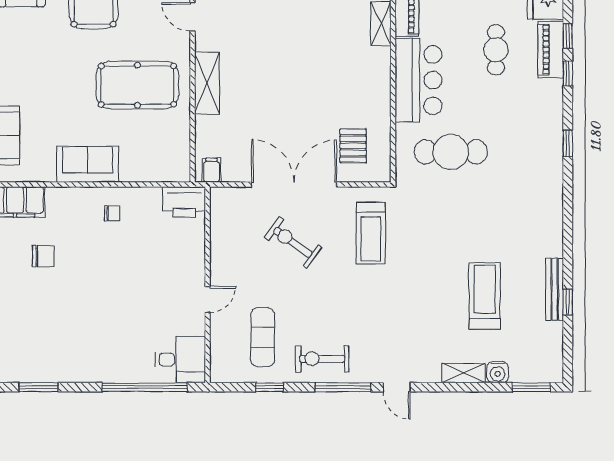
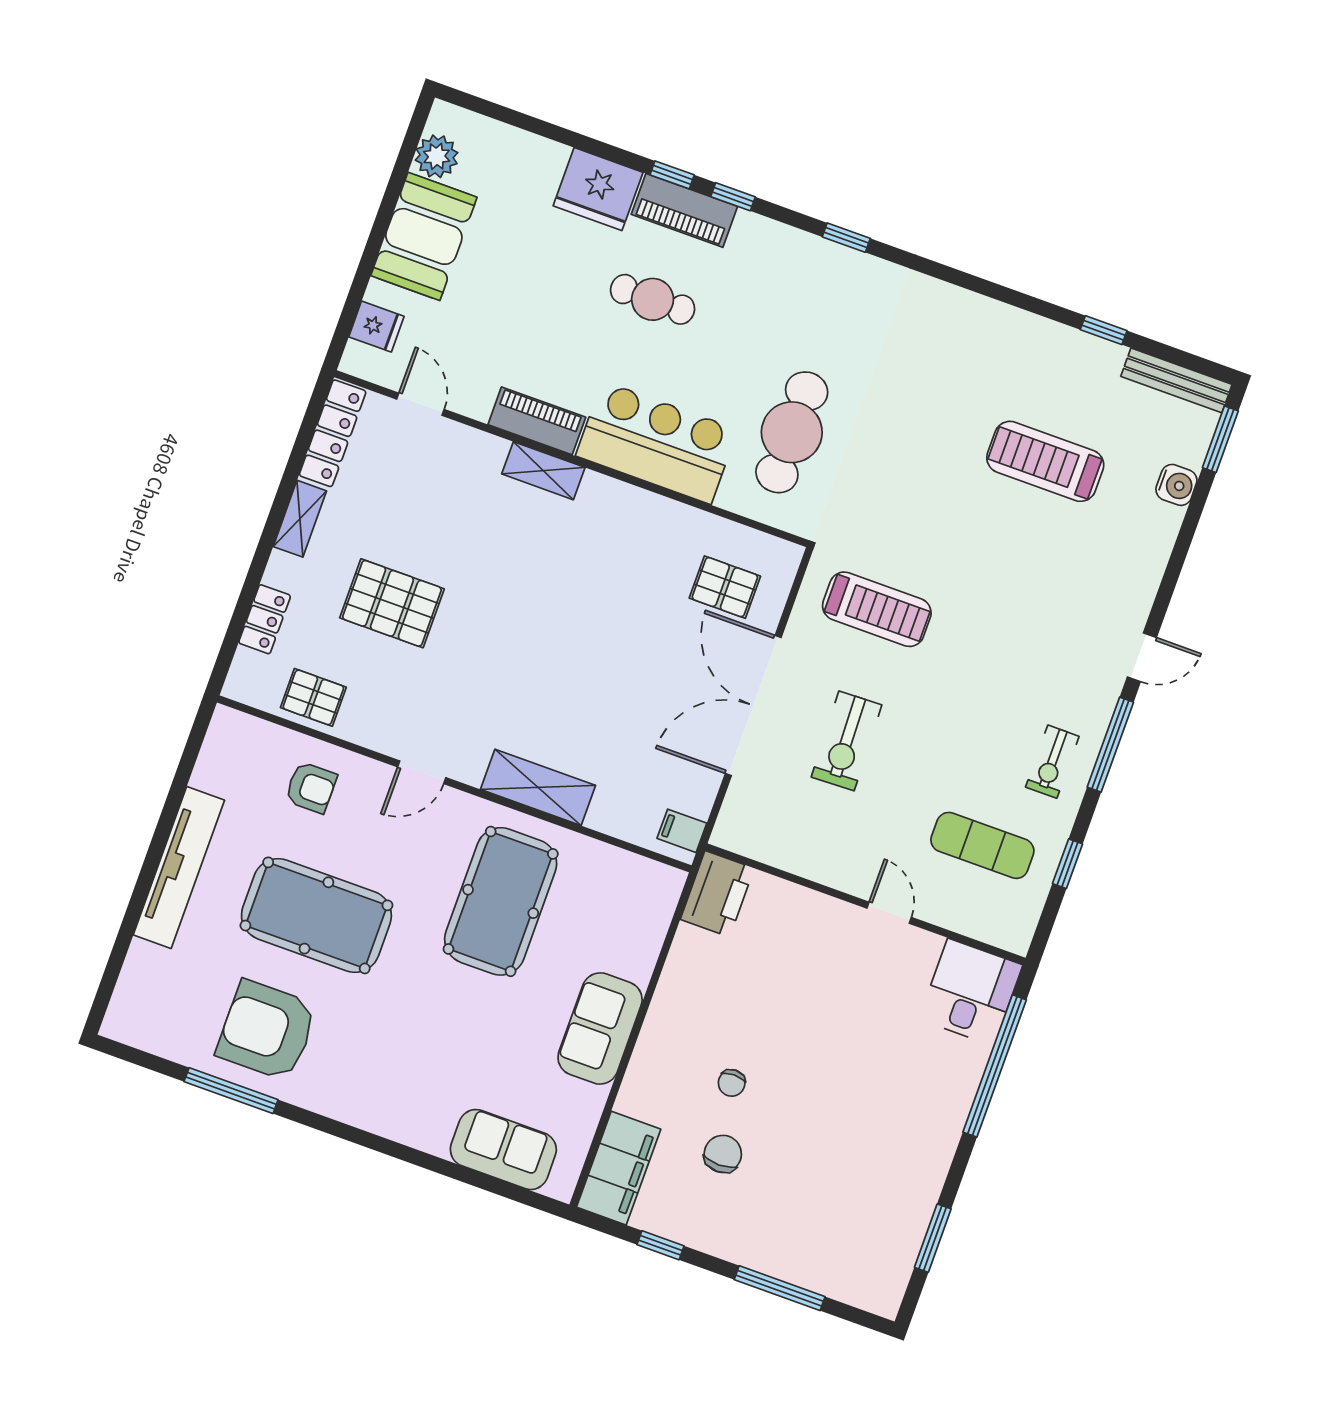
chair: (112, 213) -> (732, 1083), moved, turned 180
exercise bike: (293, 242) -> (847, 741), turned -38
bench: (555, 289) -> (1176, 380), moved
exercise bike: (322, 359) -> (1052, 762), width x0.73, depth x0.72
shelving: (464, 373) -> (1158, 541), removed

